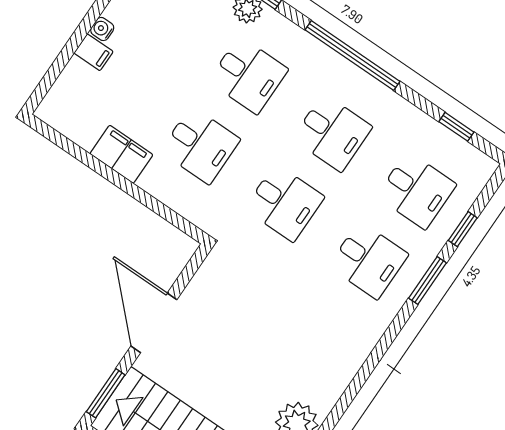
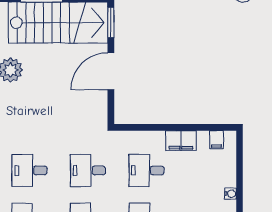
filing cabinet: (94, 52) -> (216, 140), moved, turned -90
door: (154, 323) -> (111, 71), swing flipped

